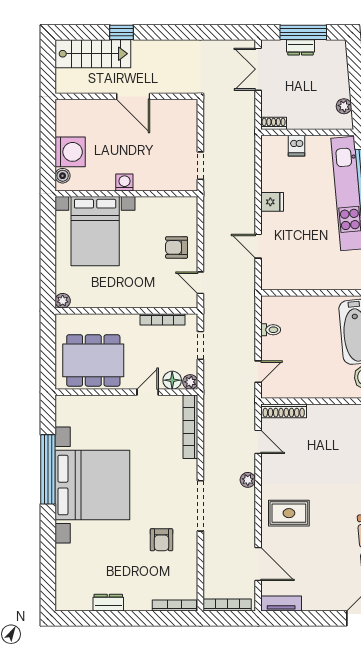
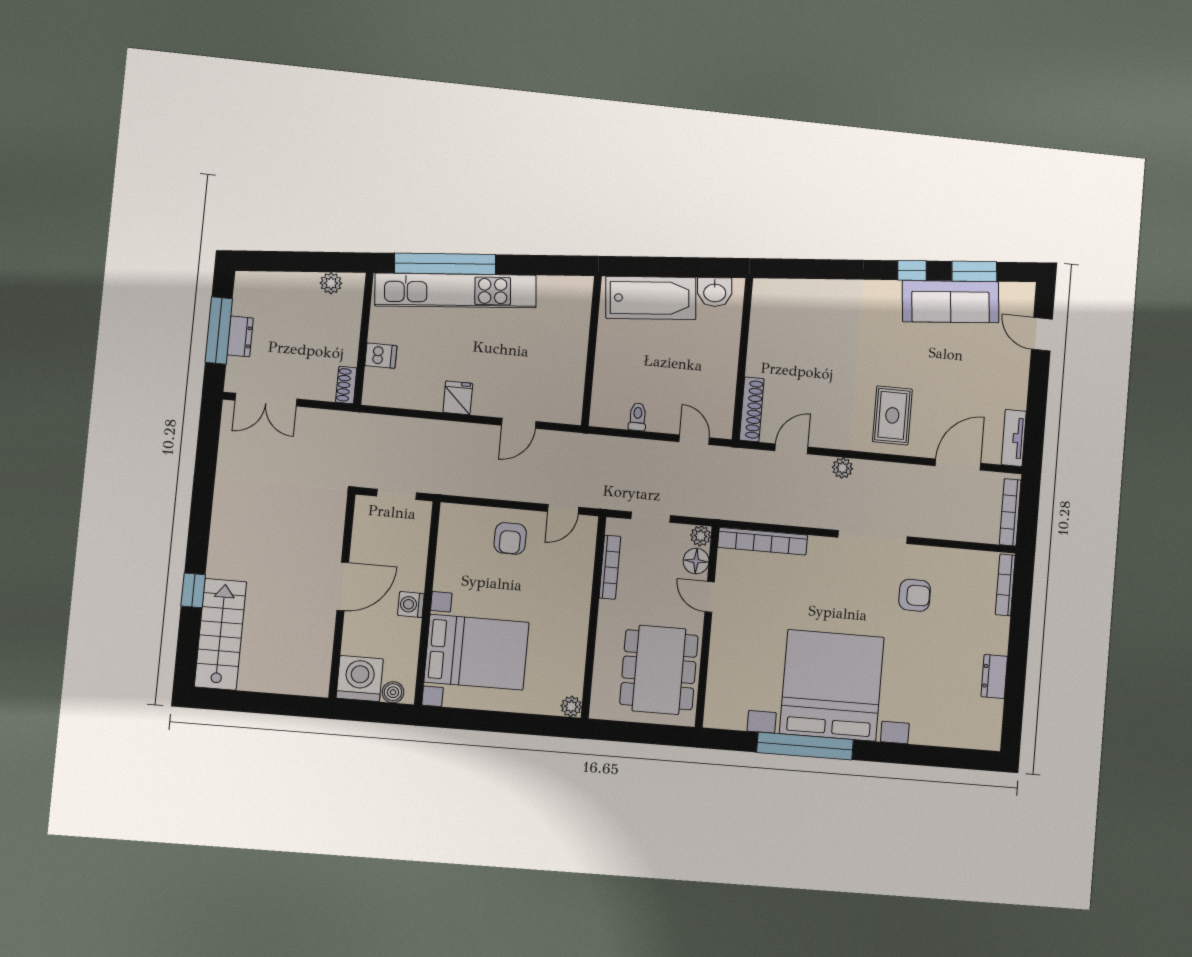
wall: (126, 96) -> (342, 596), moved
door: (133, 96) -> (343, 586), moved

